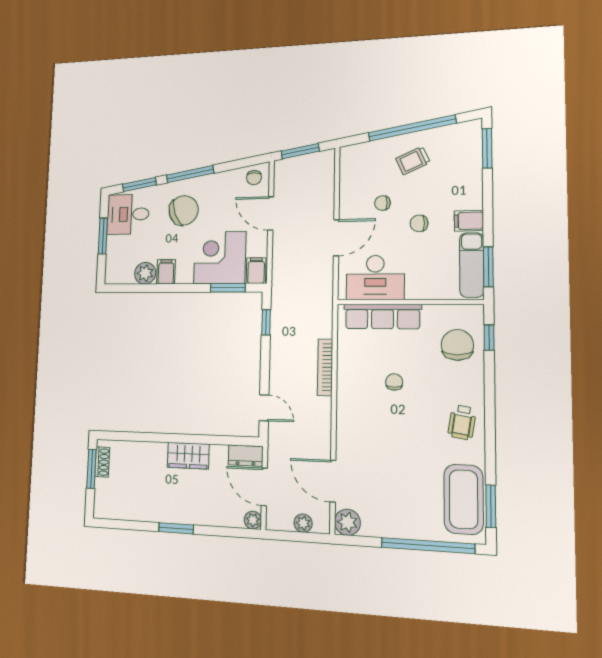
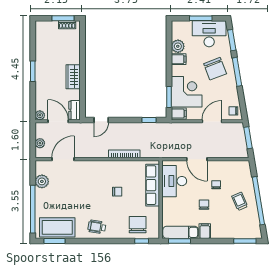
desk: (128, 214) -> (209, 34), width x1.37
chair: (457, 345) -> (138, 225), turned -90
door: (264, 487) -> (58, 121), hinge flipped
plant: (347, 522) -> (42, 181), moved

